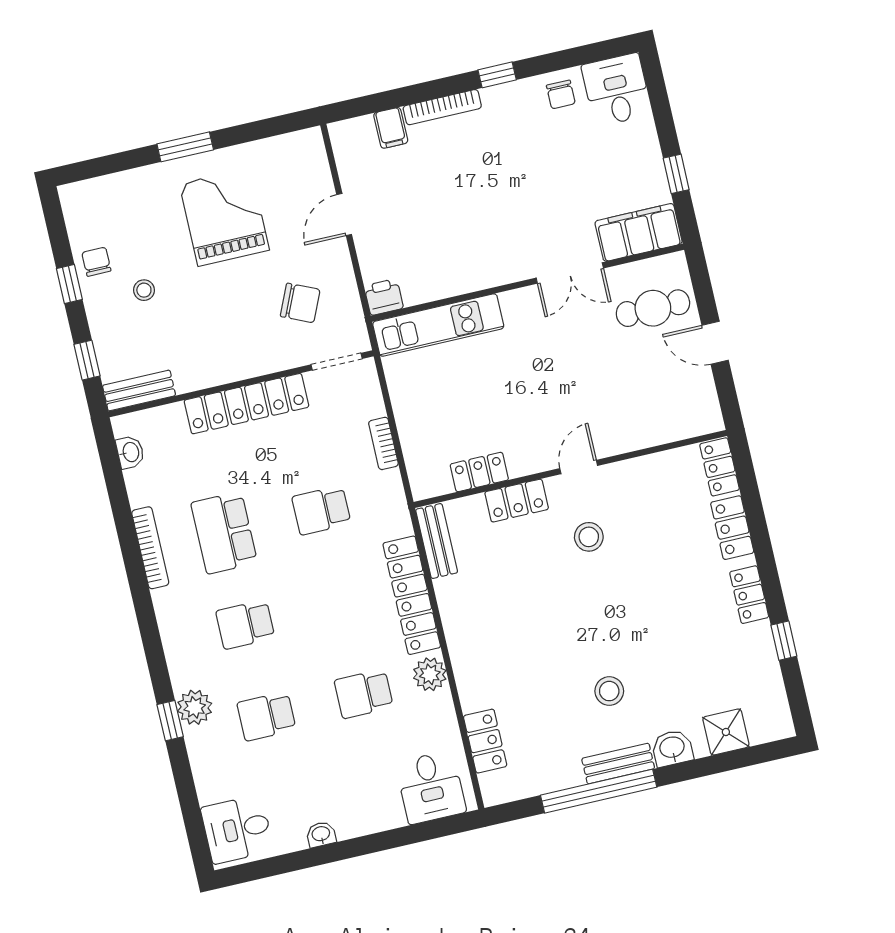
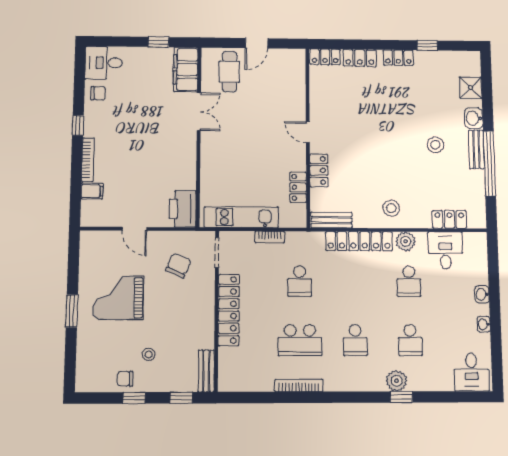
printer: (384, 297) -> (183, 209), width x1.87, depth x1.48
kitchen unit: (438, 325) -> (241, 217), moved, turned -90
washbasin: (130, 452) -> (482, 294), moved, turned -90
stool: (589, 537) -> (391, 208), moved
desk: (431, 787) -> (445, 250), moved, turned -90

